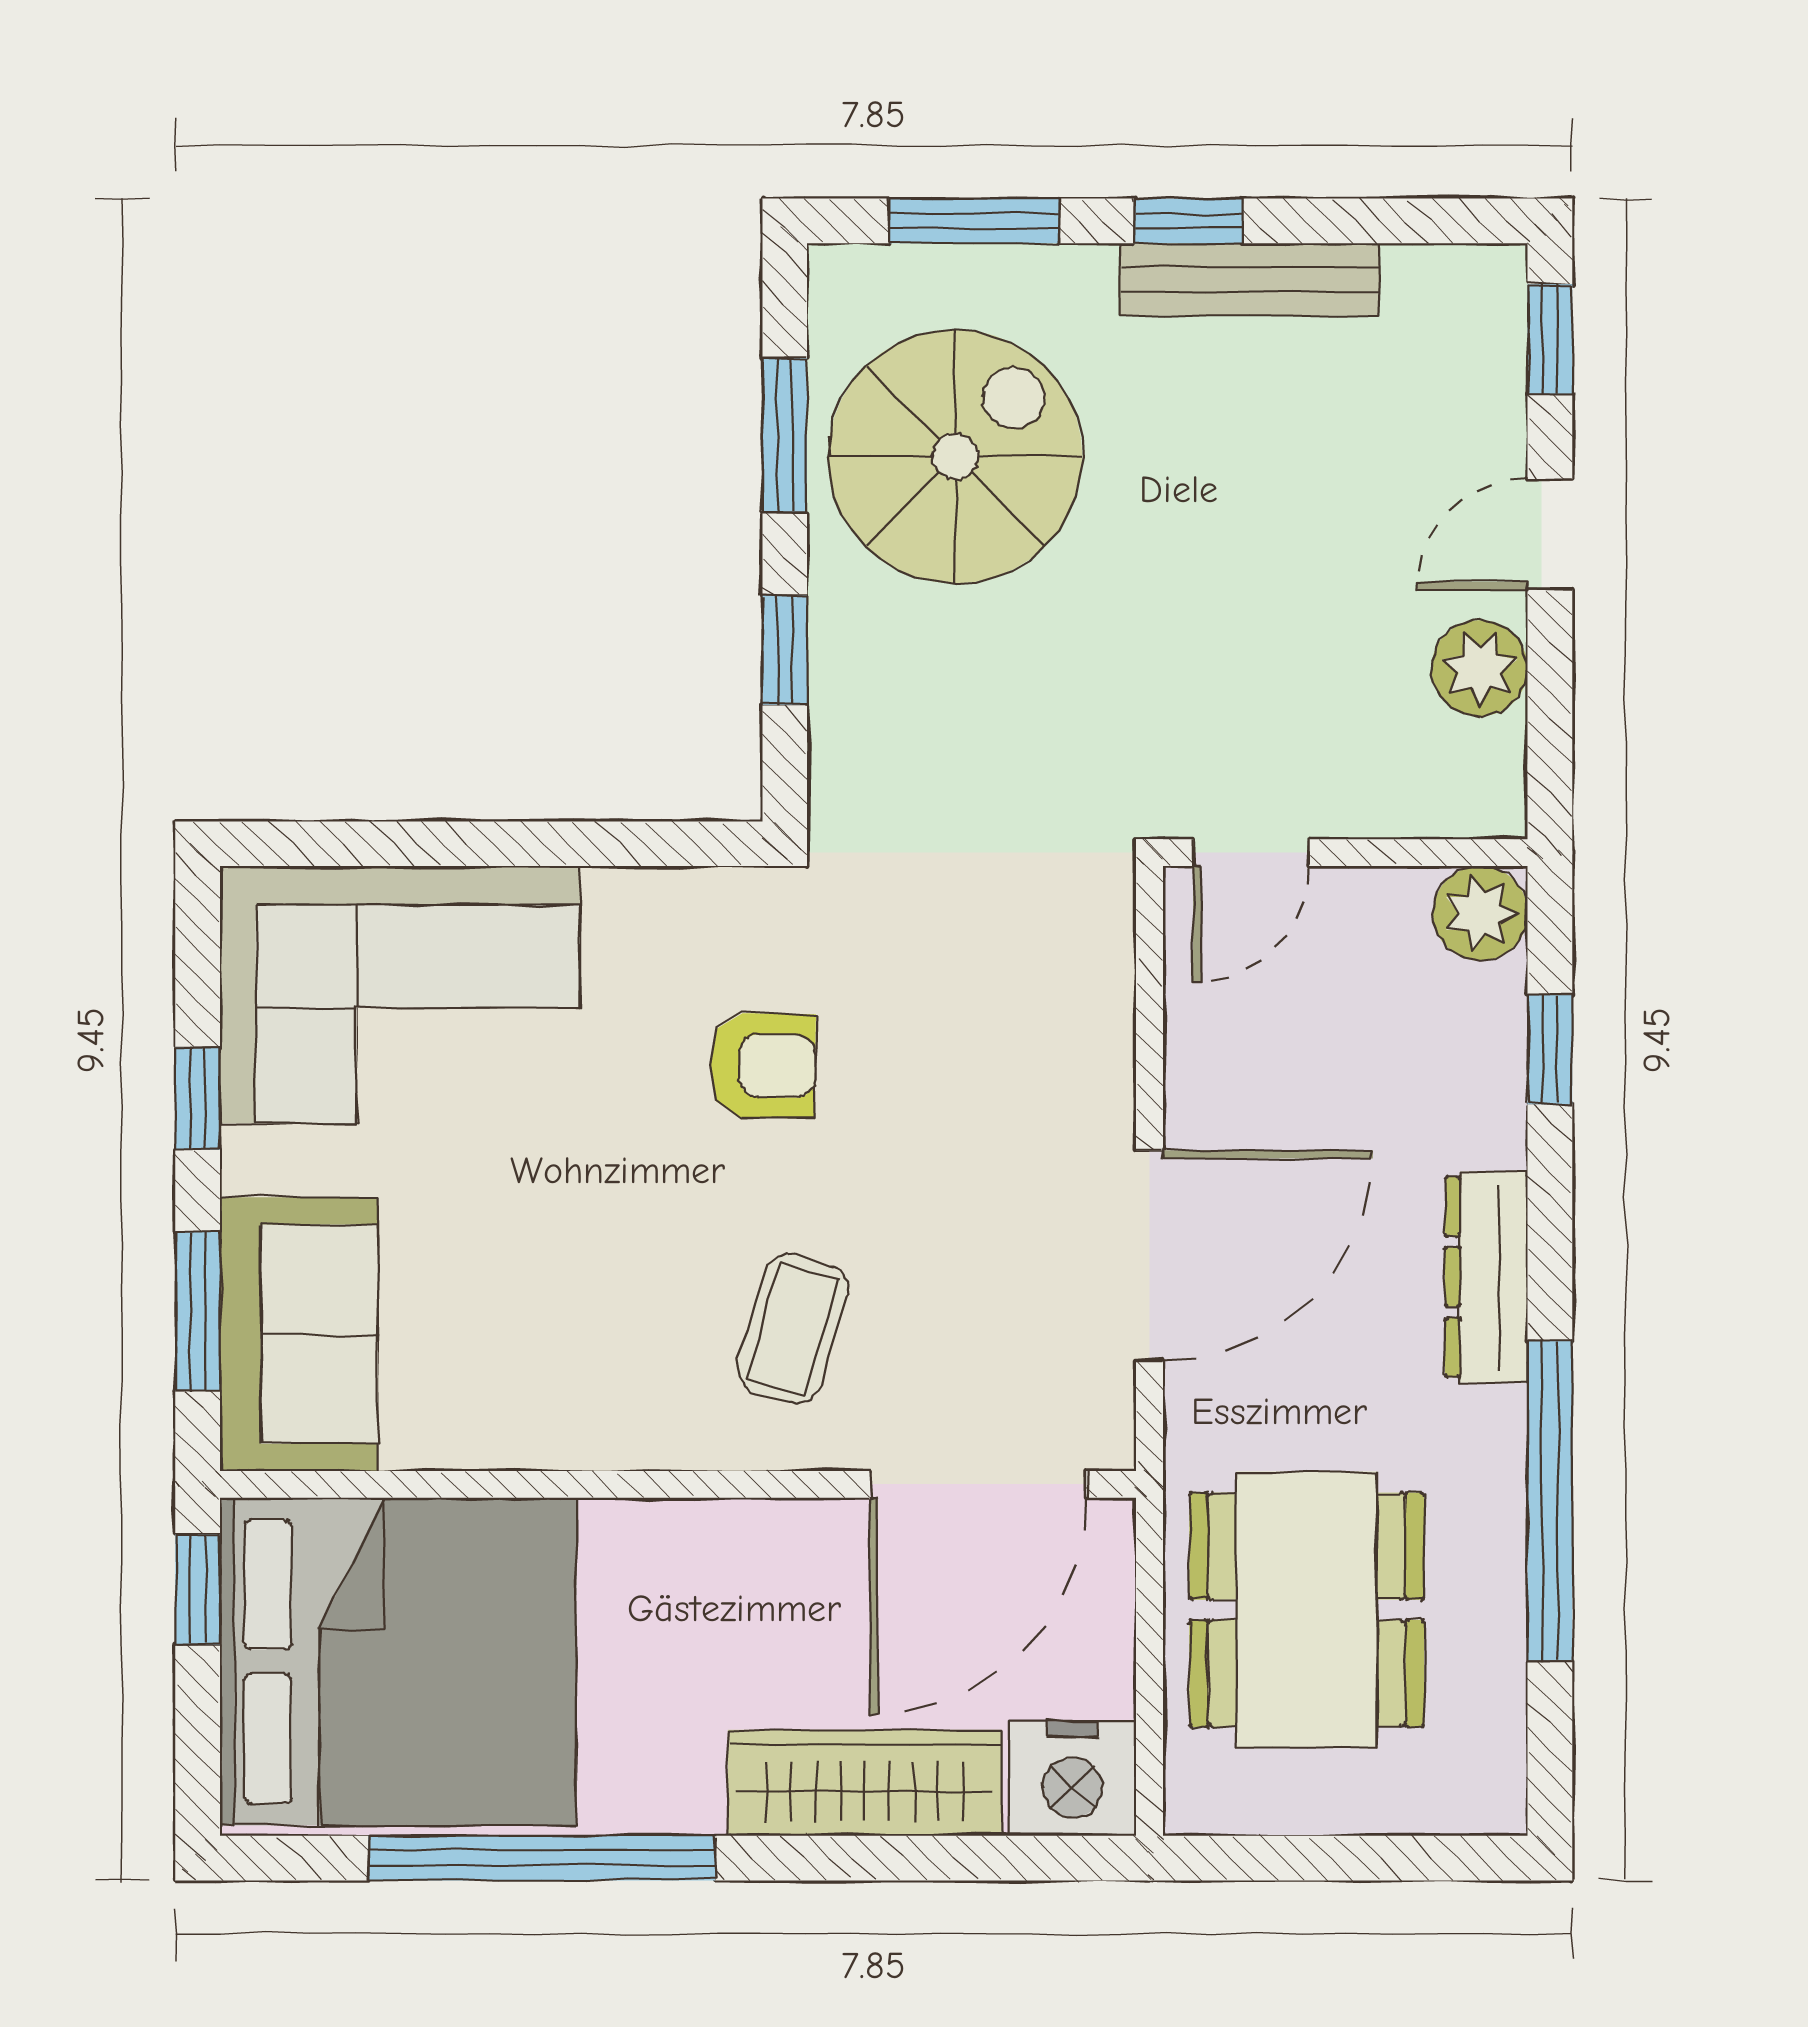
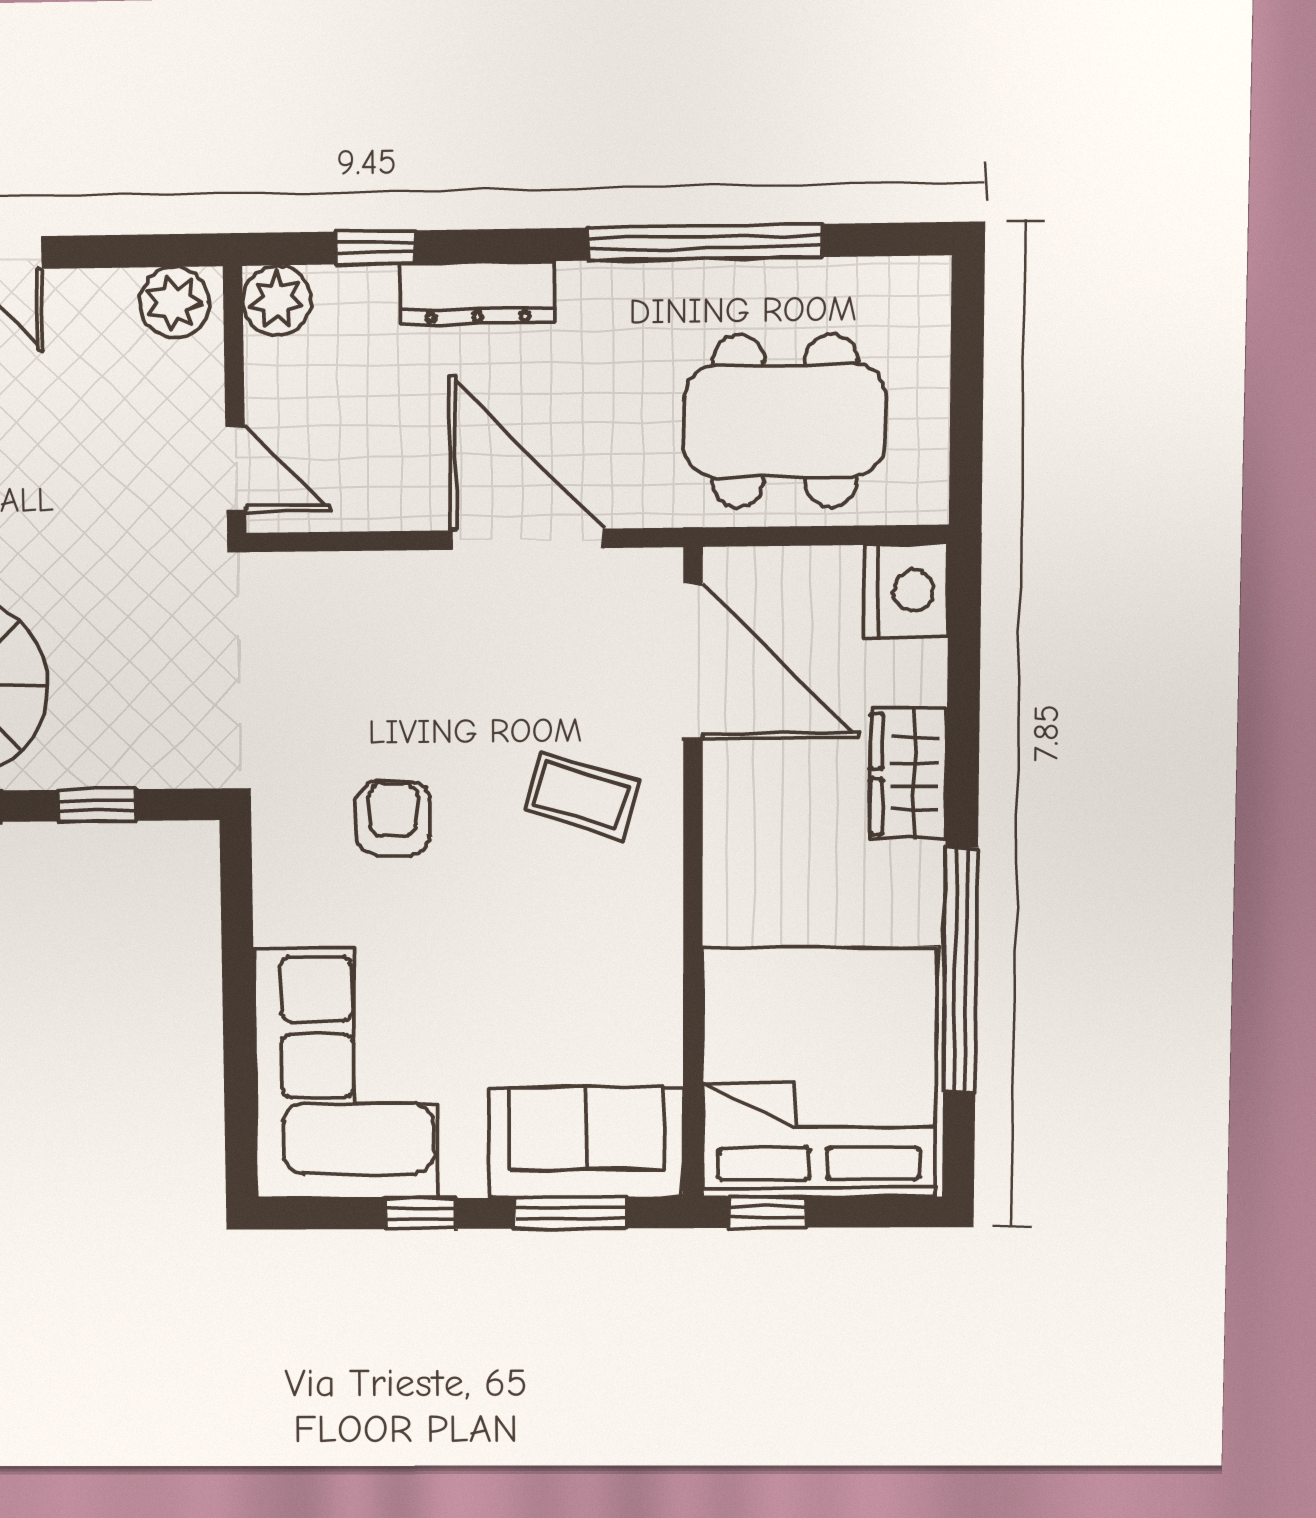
plant: (1480, 668) -> (175, 302), moved
dresser: (1486, 1277) -> (478, 293), moved
wardrobe: (865, 1783) -> (908, 774), width x0.67

